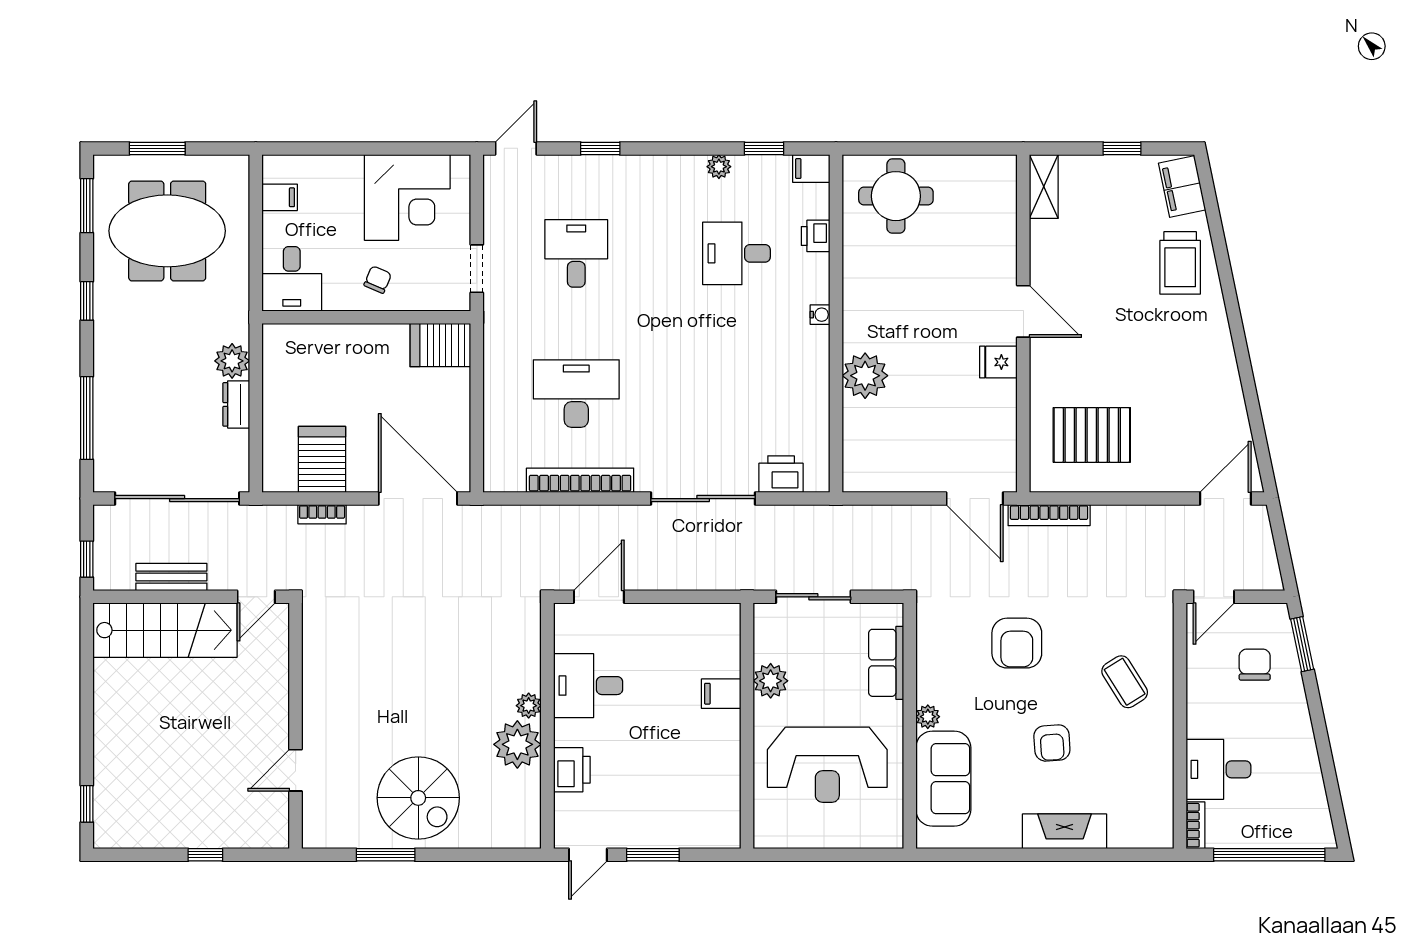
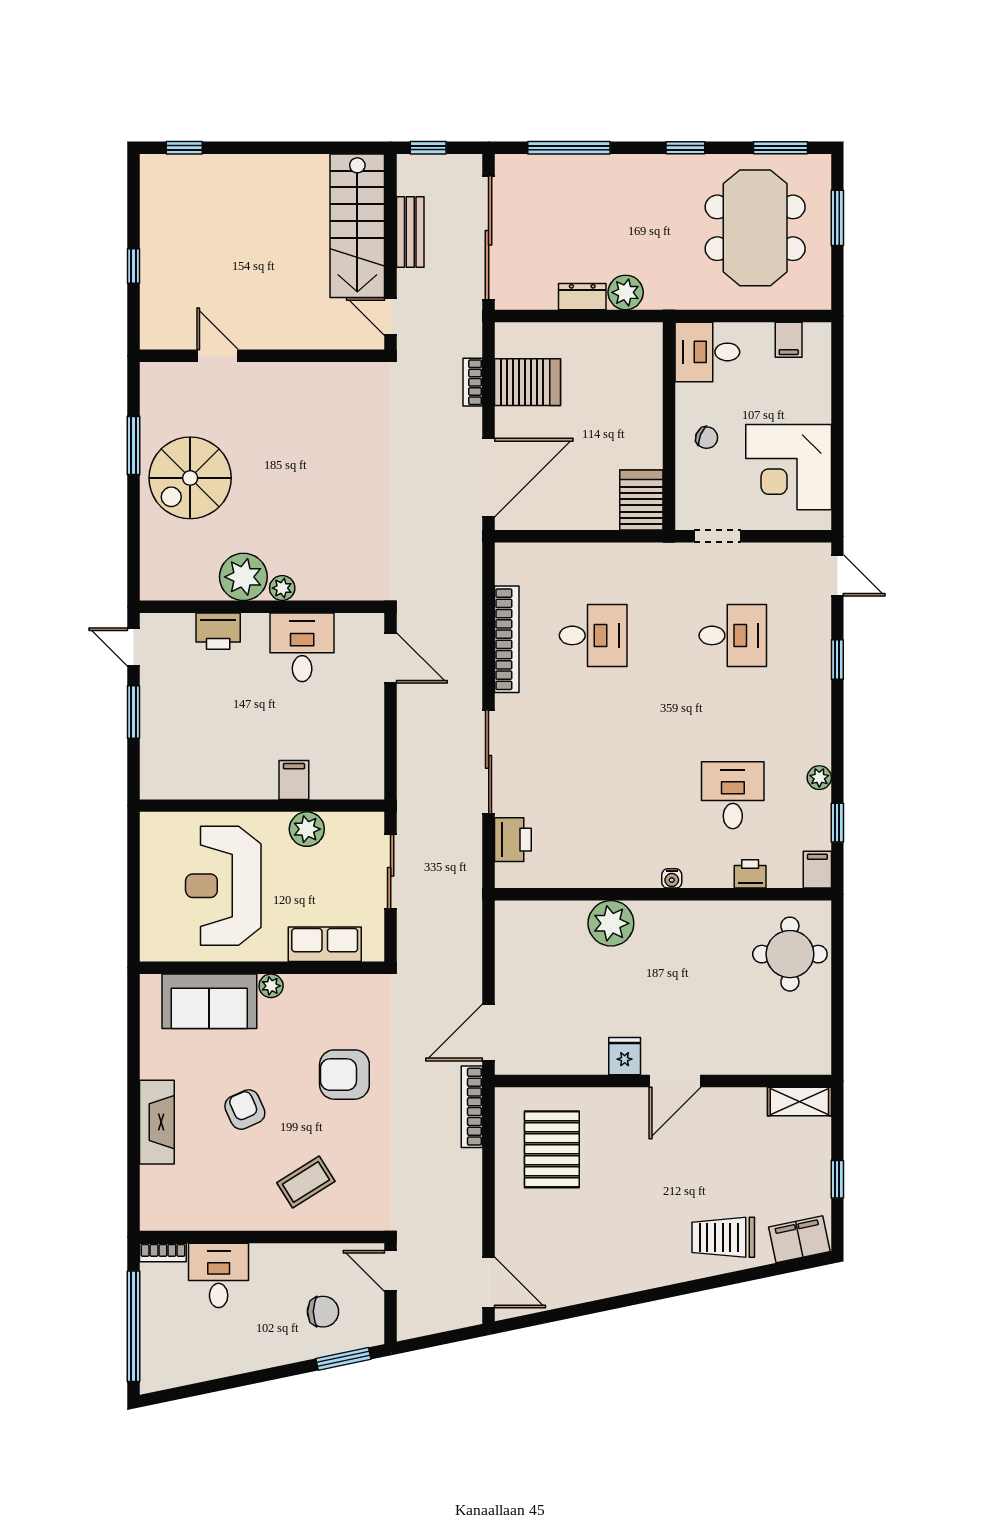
desk: (576, 394) -> (593, 635), width x0.73
armchair: (1052, 743) -> (245, 1110), turned 70

